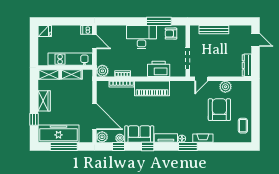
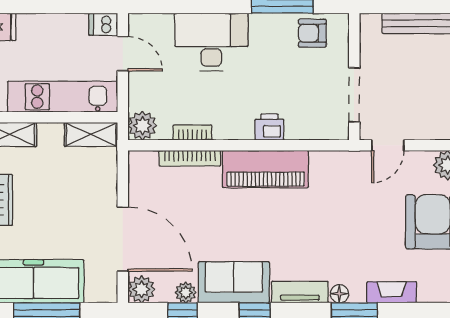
desk: (141, 37) -> (211, 42), moved
printer: (159, 69) -> (269, 127), width x0.53, depth x0.68
shelving: (71, 74) -> (91, 134), moved

